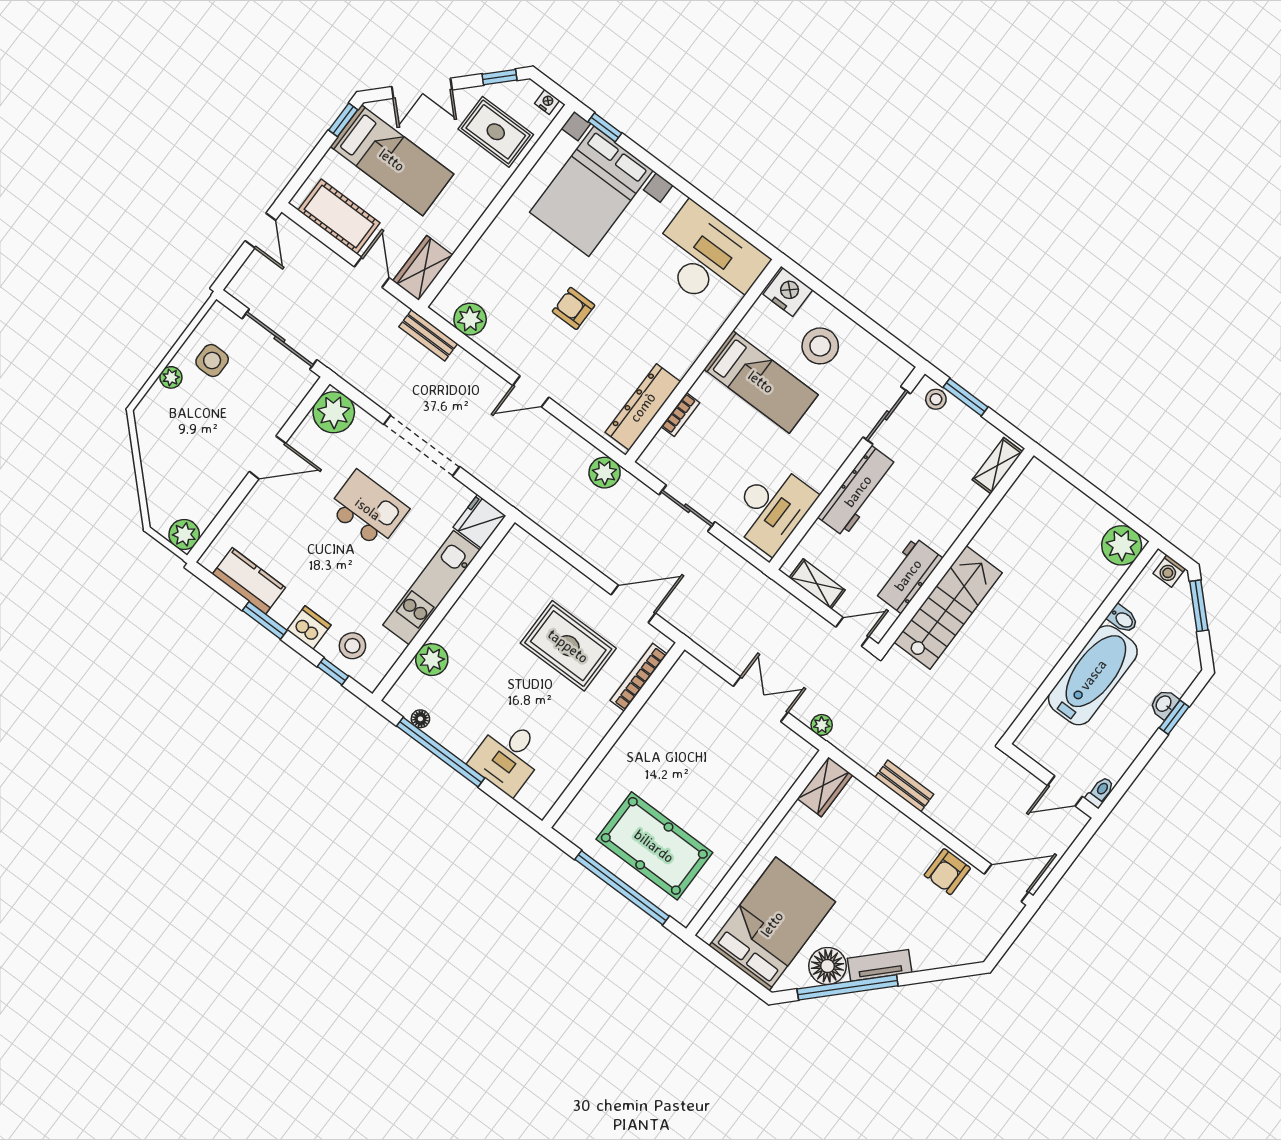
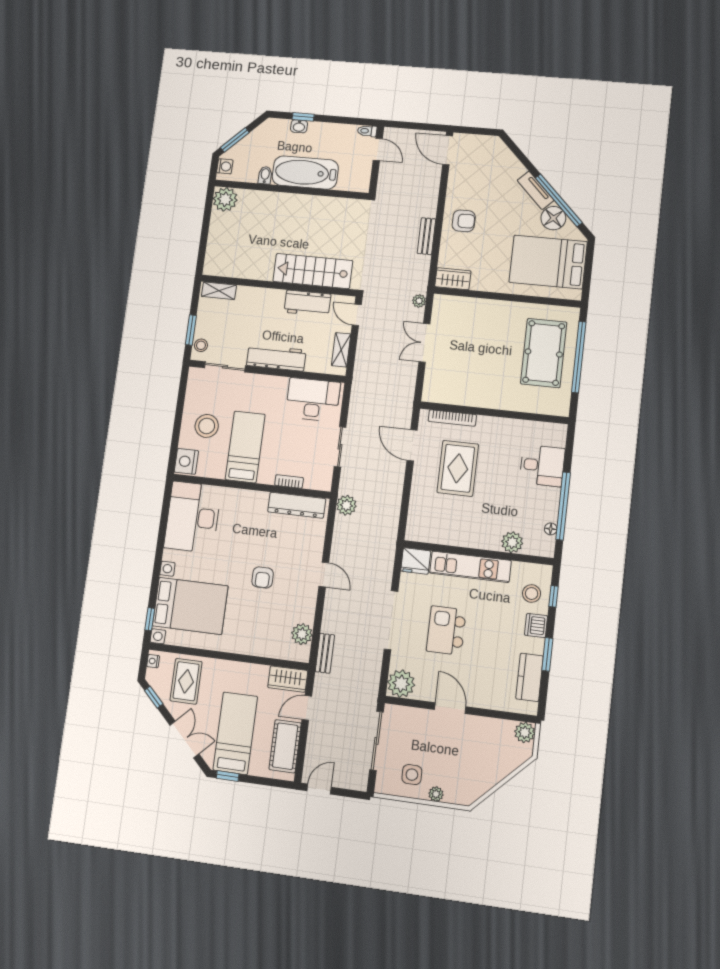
armchair: (947, 872) -> (464, 221), moved

